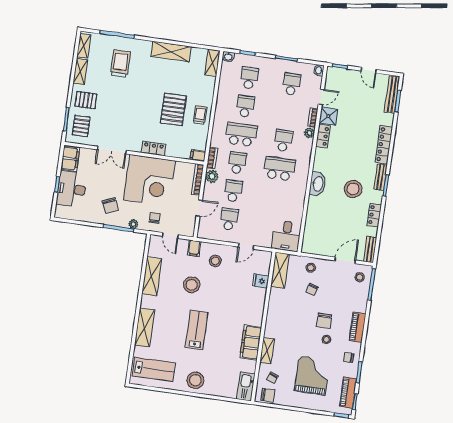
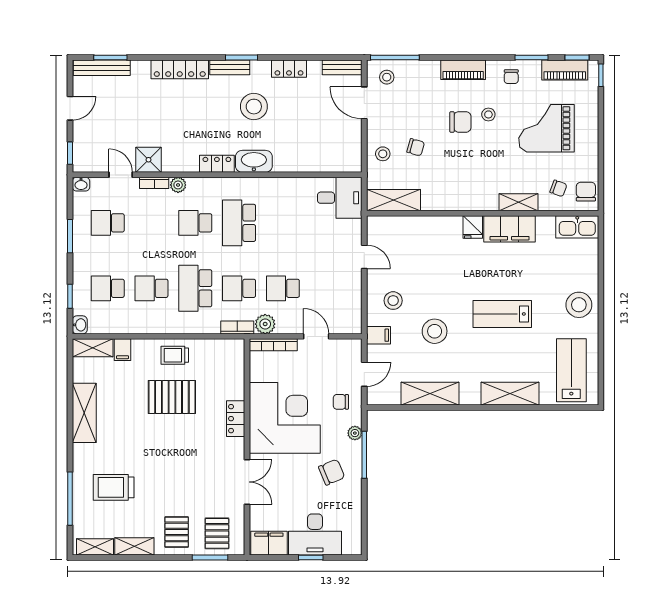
pallet: (81, 126) -> (217, 533), turned 90
locker: (323, 136) -> (217, 164), moved
filing cabinet: (198, 155) -> (123, 350), moved
school desk: (229, 219) -> (327, 288), removed
fridge: (261, 281) -> (473, 227), moved

